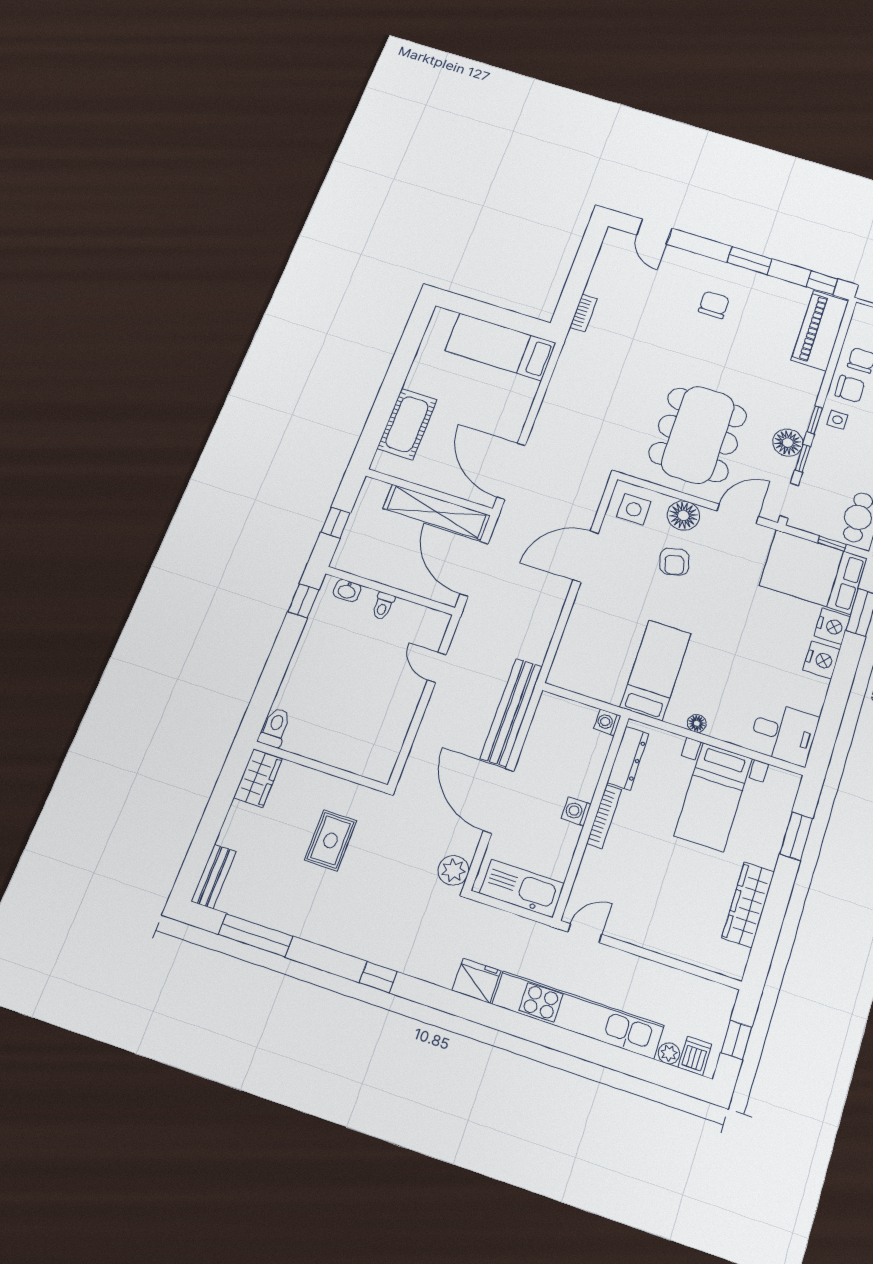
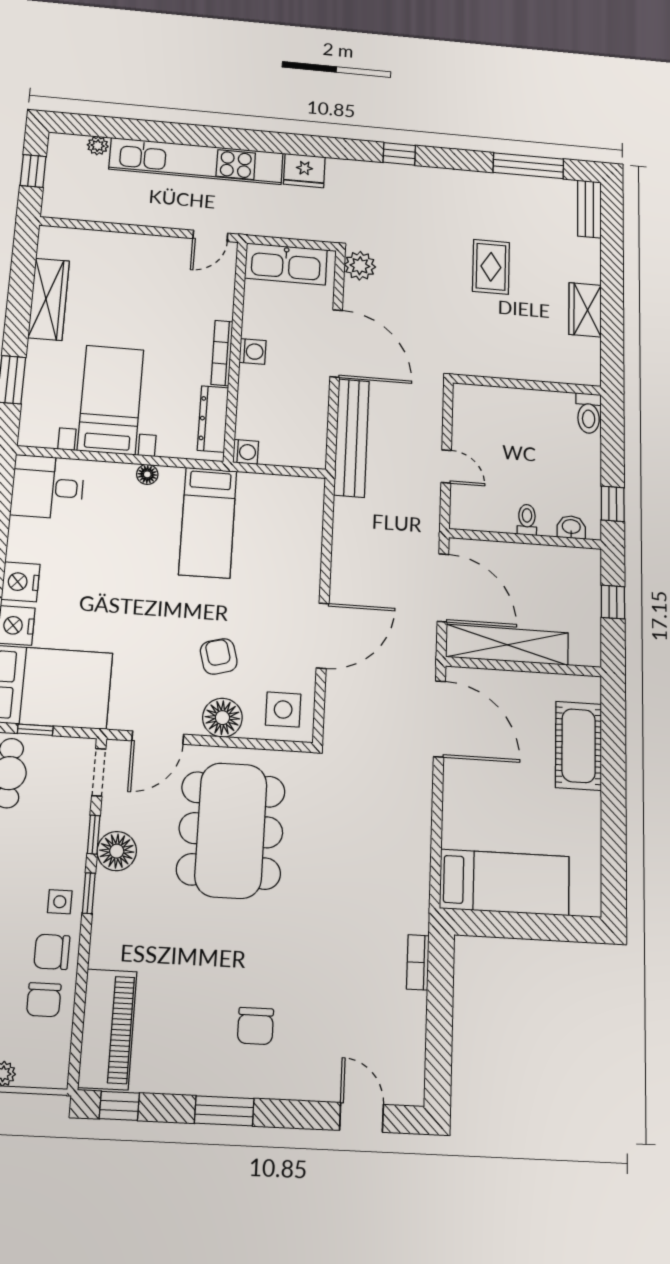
toilet: (275, 727) -> (589, 413), moved
wall: (321, 767) -> (527, 385), moved
dishwasher: (695, 1056) -> (71, 149), removed

